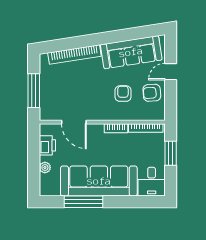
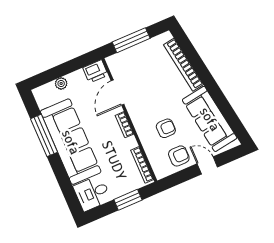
armchair: (152, 93) -> (179, 156), turned 94
bookcase: (116, 128) -> (124, 125), moved
printer: (47, 145) -> (95, 71), moved

